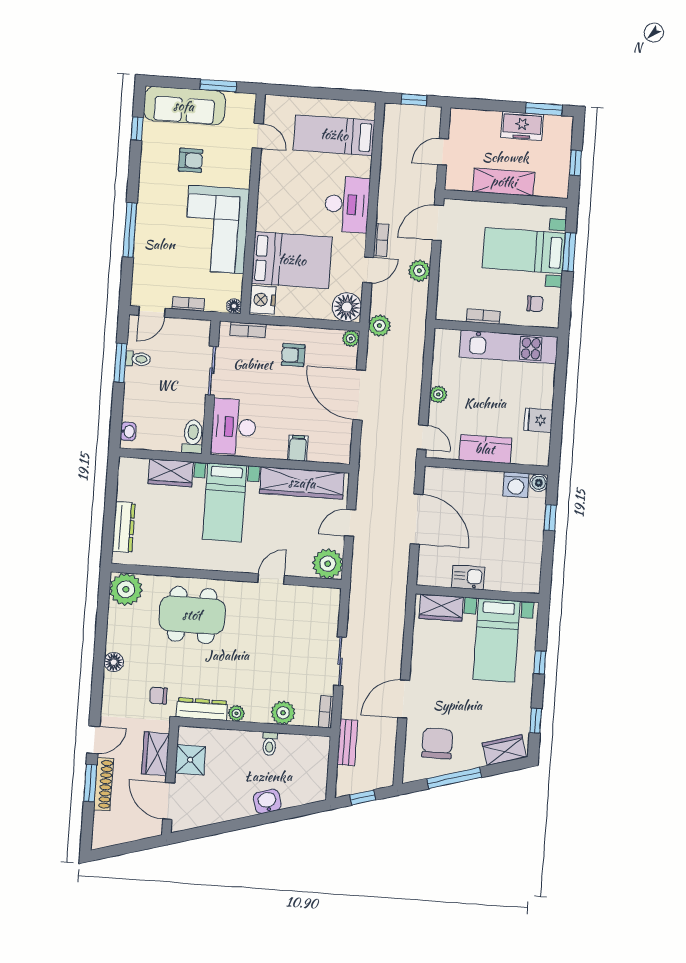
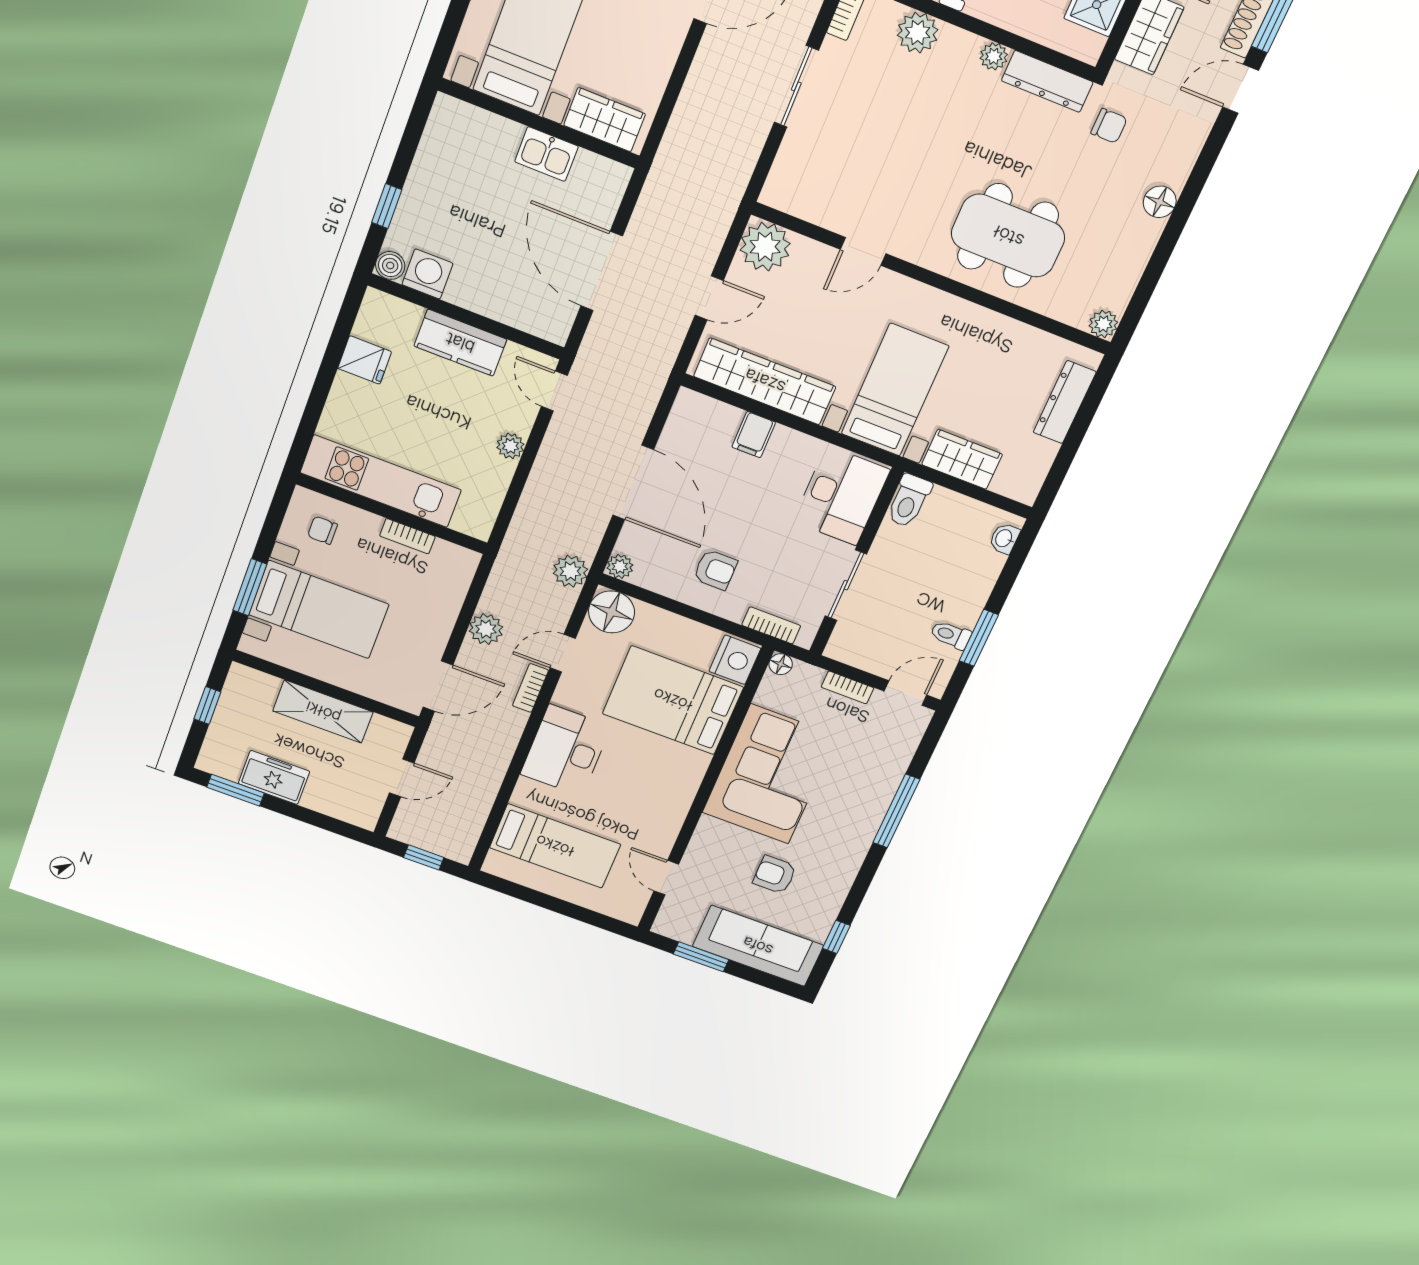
plant: (126, 589) -> (1103, 324), width x0.53, depth x0.53

